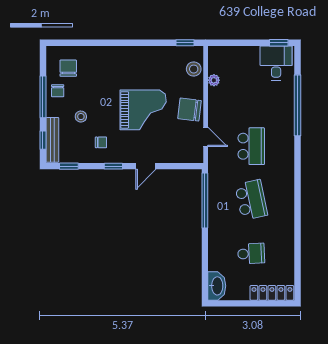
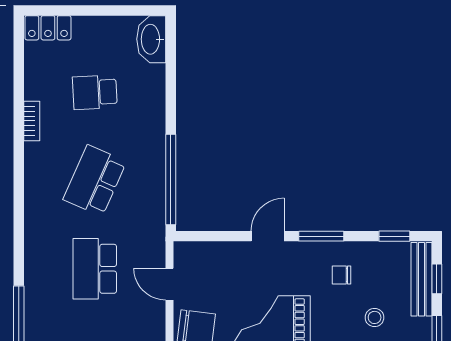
window: (113, 166) -> (321, 236), width x1.50
school desk: (251, 200) -> (95, 181), turned 36
bookcase: (290, 236) -> (32, 121), added
locker: (272, 293) -> (48, 28), width x0.66

